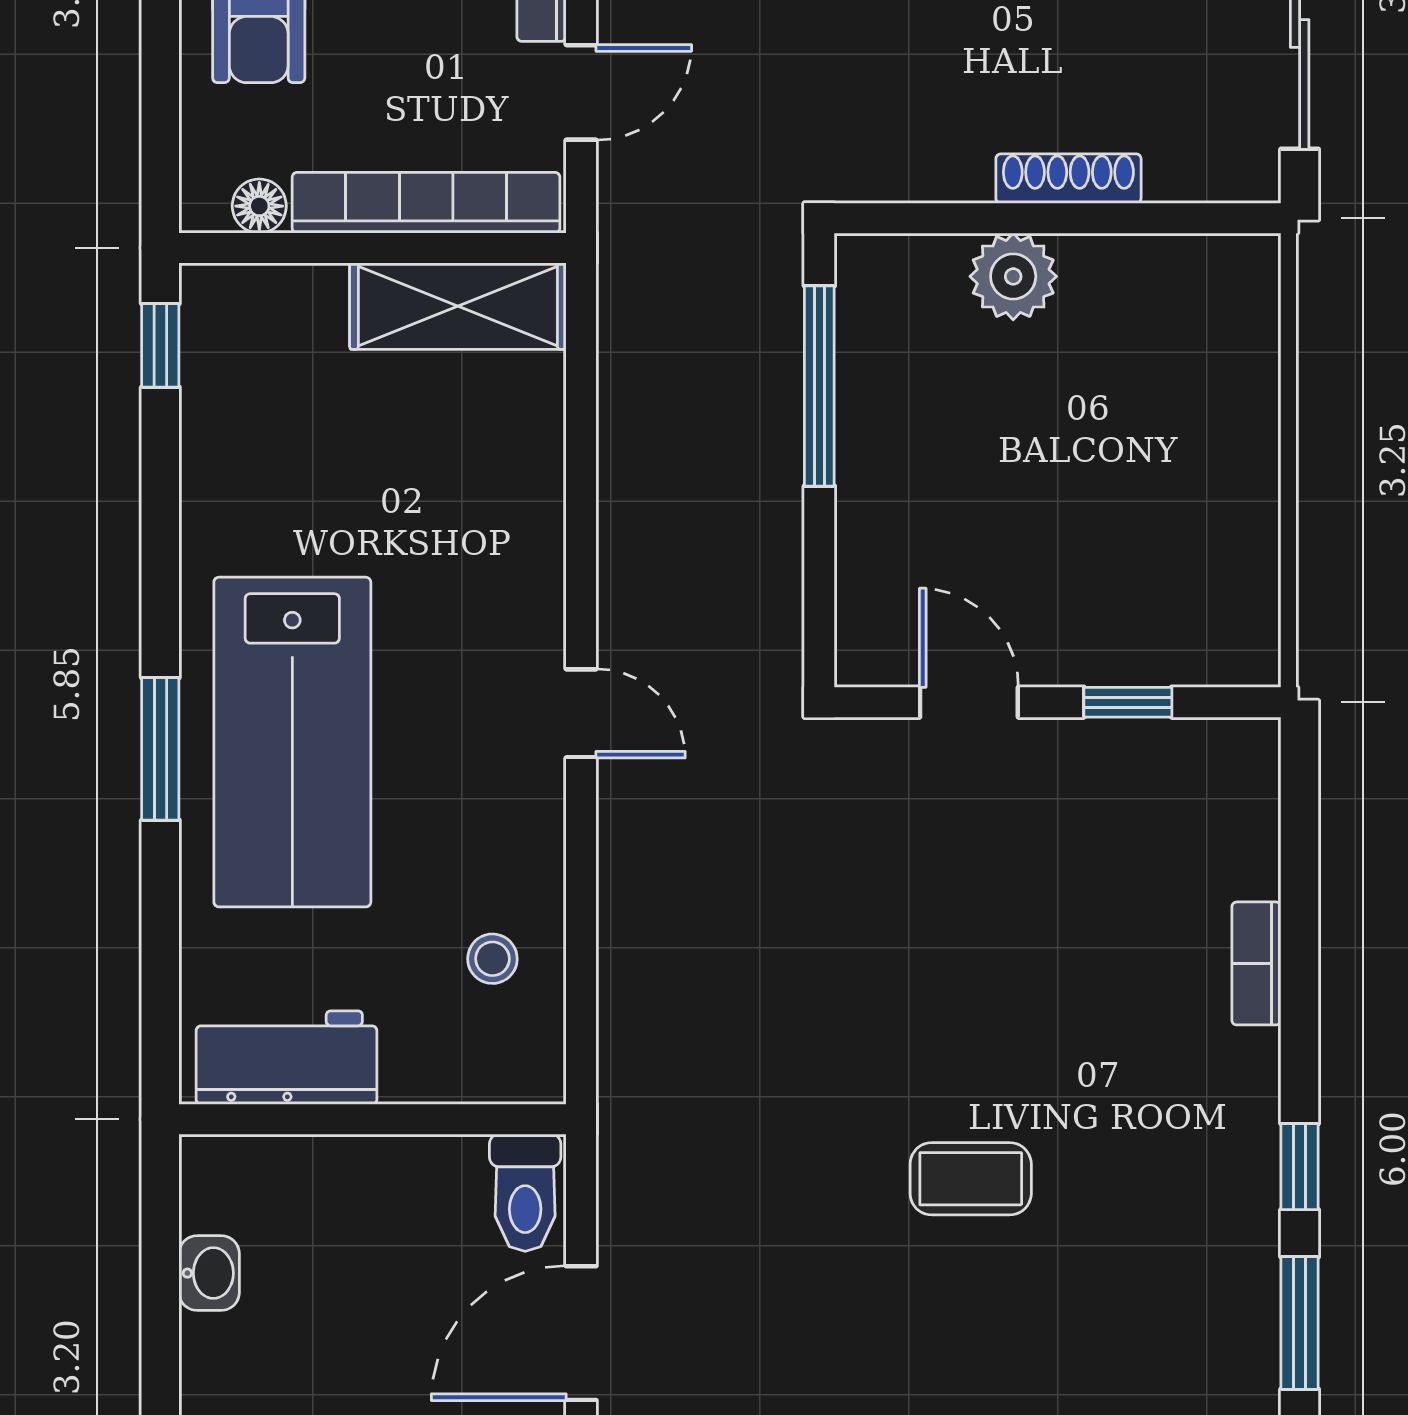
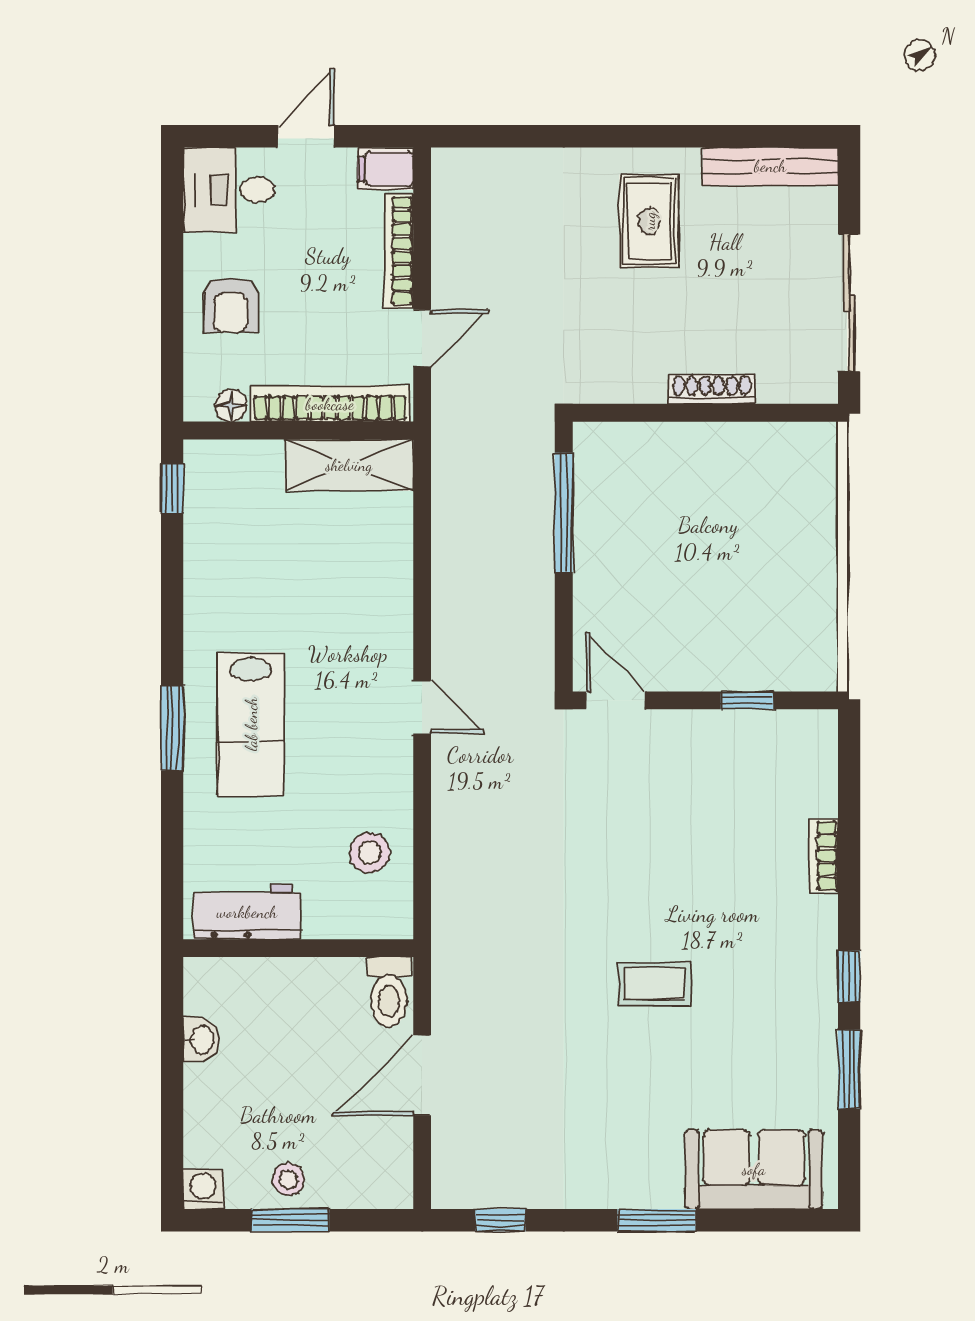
plant: (1013, 276) -> (679, 447), removed
door: (969, 702) -> (615, 700), moved
lab bench: (292, 742) -> (251, 724), width x0.73, depth x0.72
stool: (492, 959) -> (369, 853), width x1.37, depth x1.37

